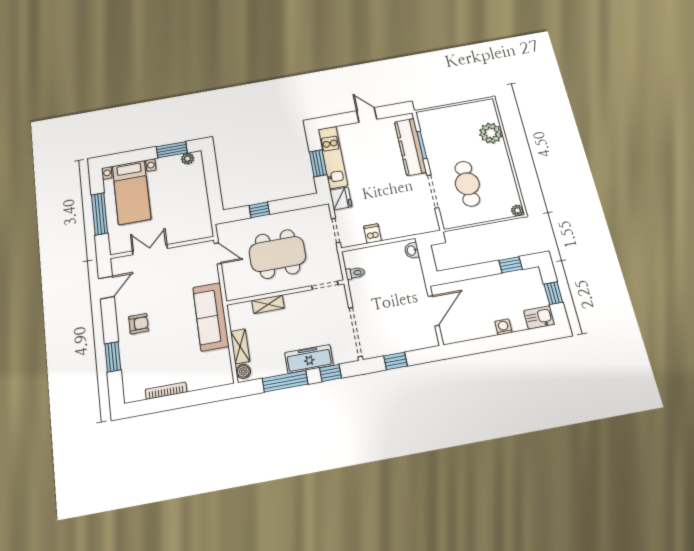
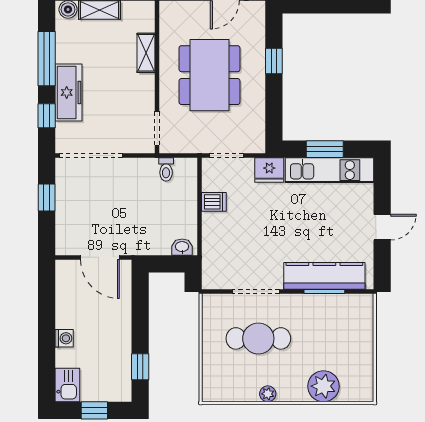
plant: (517, 210) -> (268, 394), moved

